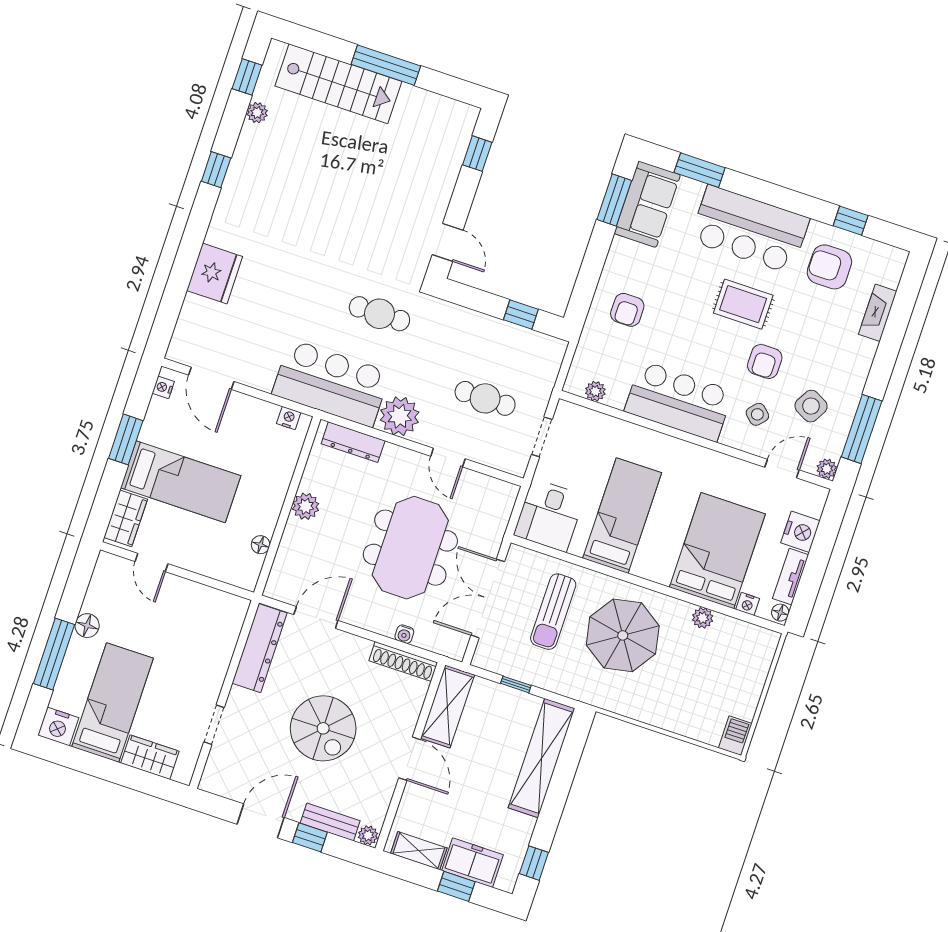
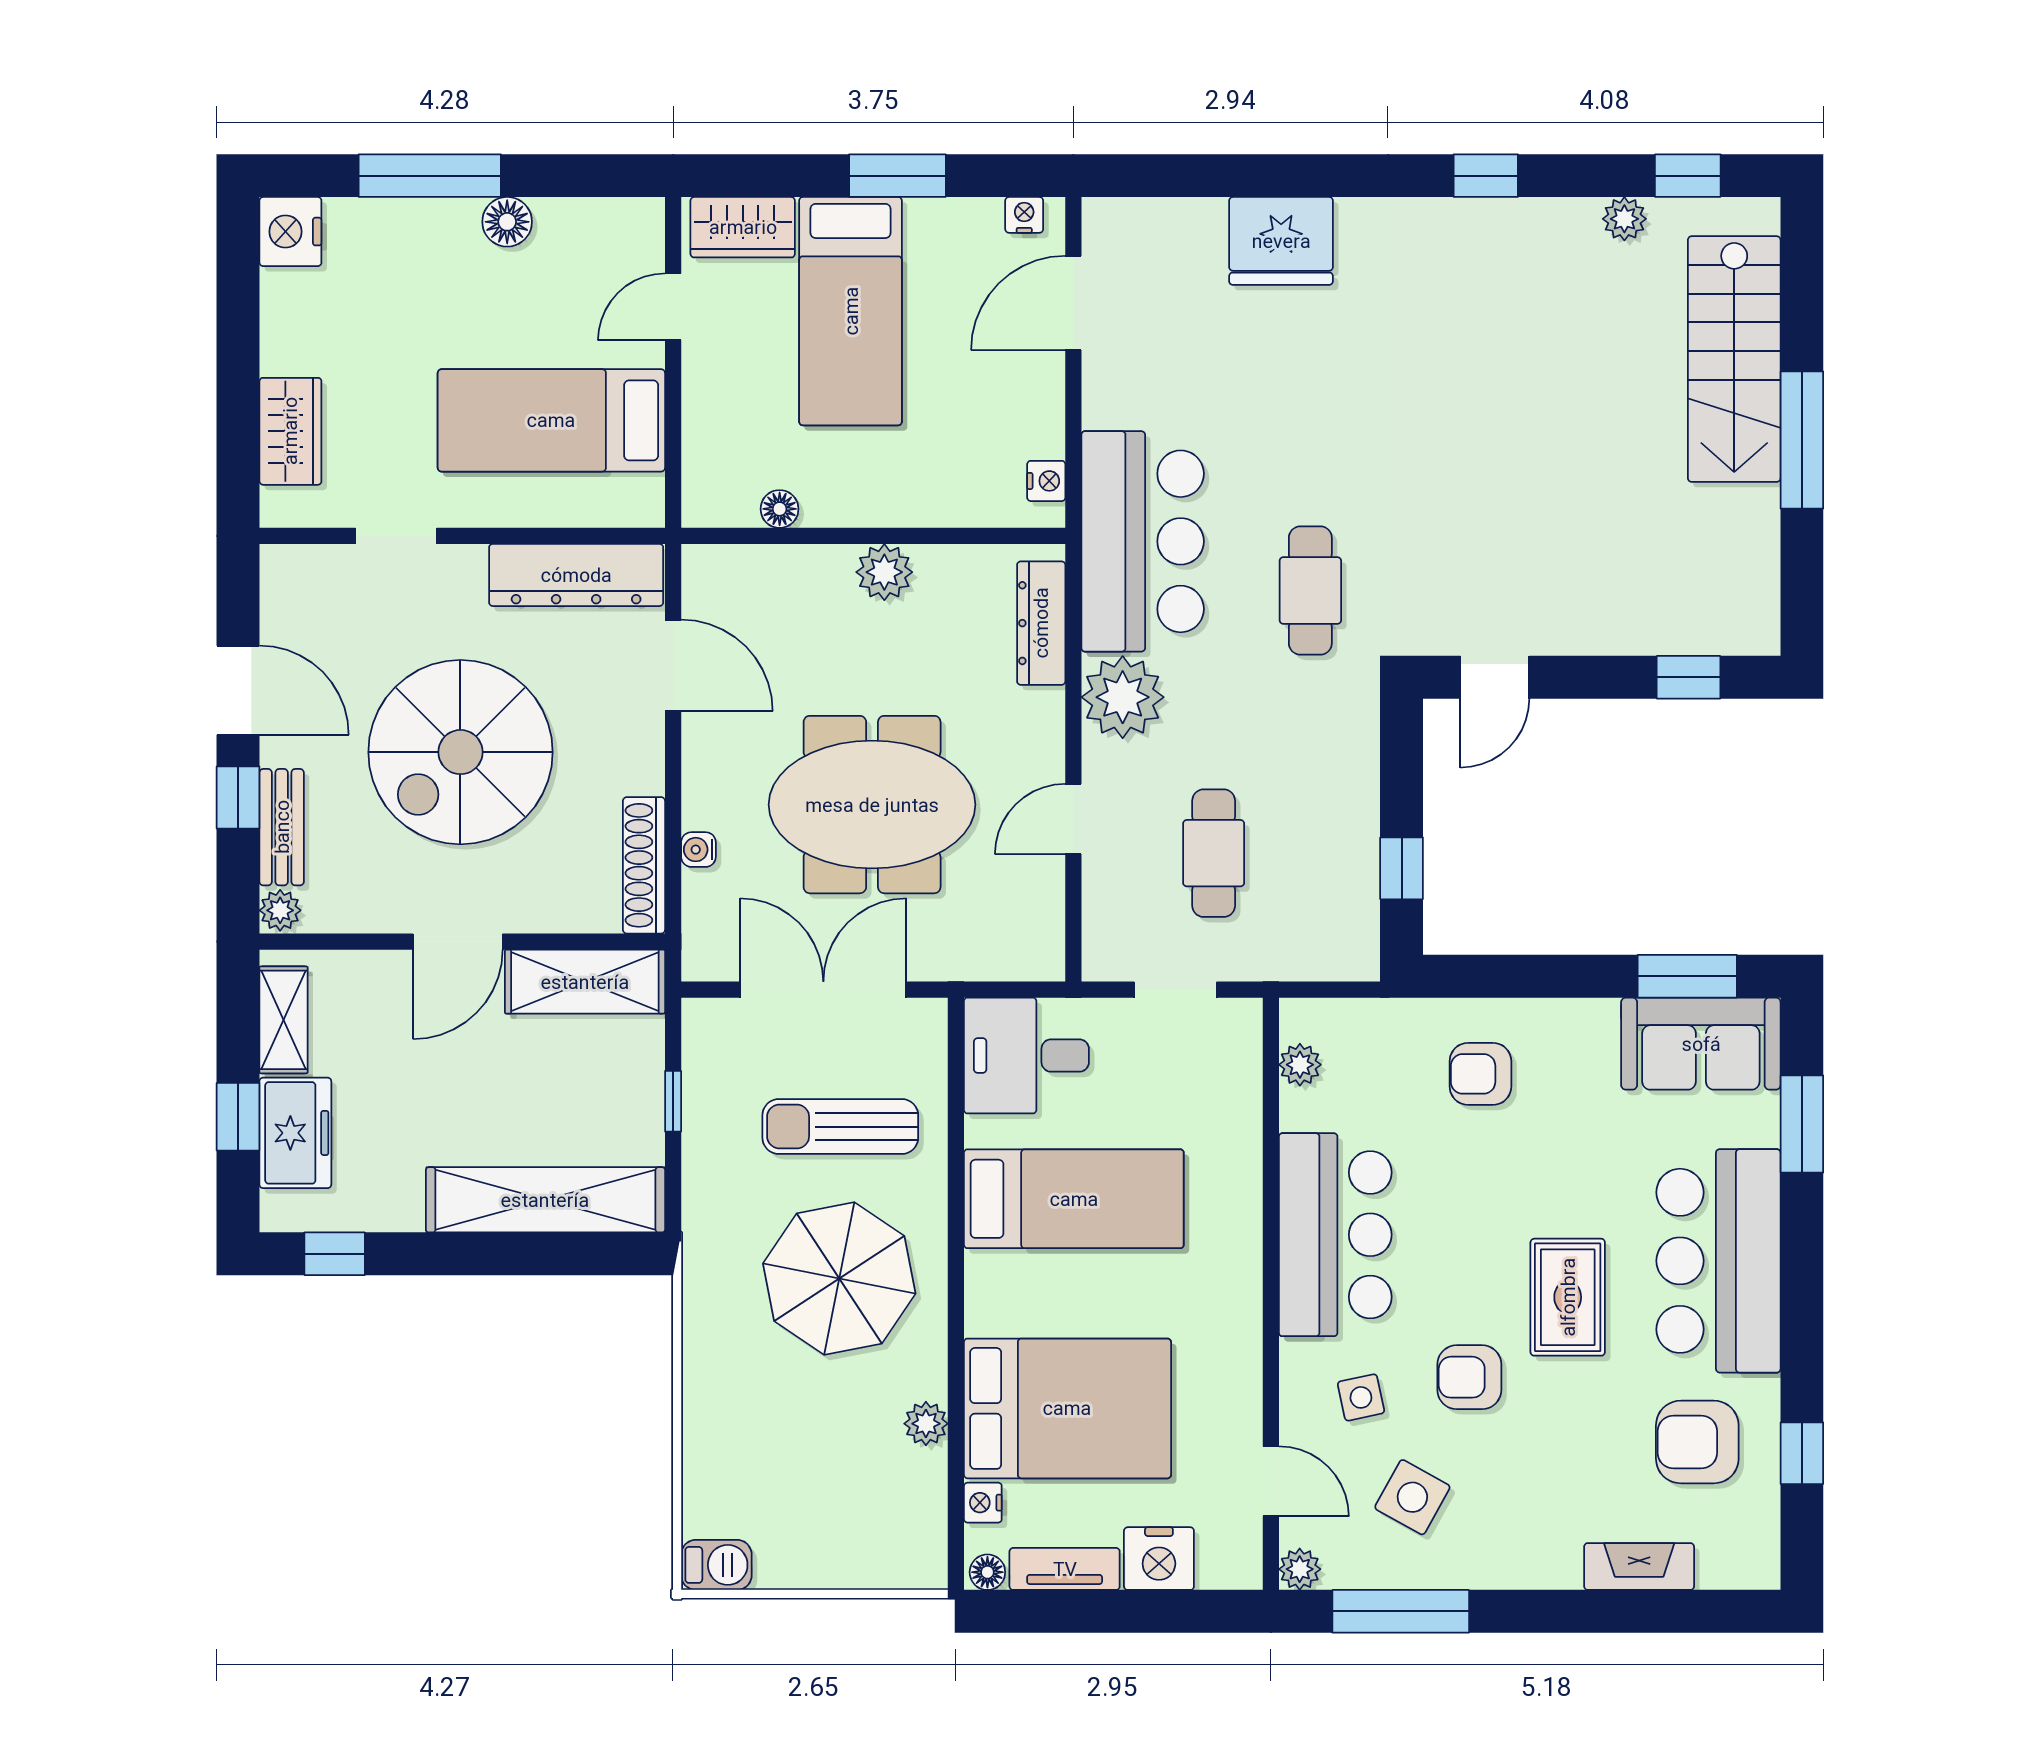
armchair: (829, 267) -> (1697, 1442), turned -90
side table: (757, 414) -> (1361, 1397), turned 35
bed: (113, 703) -> (551, 420), moved, turned 180
spiral stairs: (323, 728) -> (460, 752), width x1.37, depth x1.37

